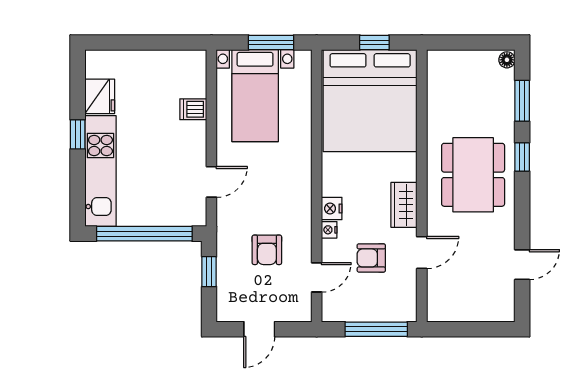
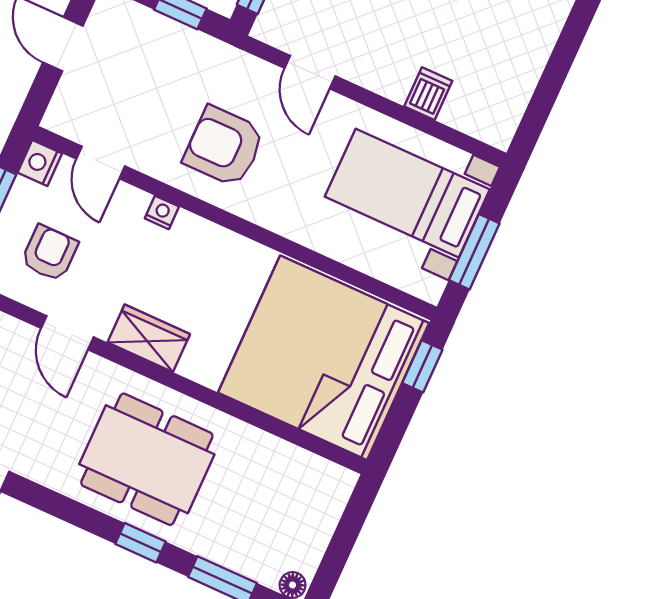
window: (374, 42) -> (422, 366), moved
nightstand: (332, 208) -> (40, 163), moved, turned -90
armchair: (267, 250) -> (224, 146), moved, width x1.38, depth x1.38
armchair: (371, 258) -> (50, 253), moved

